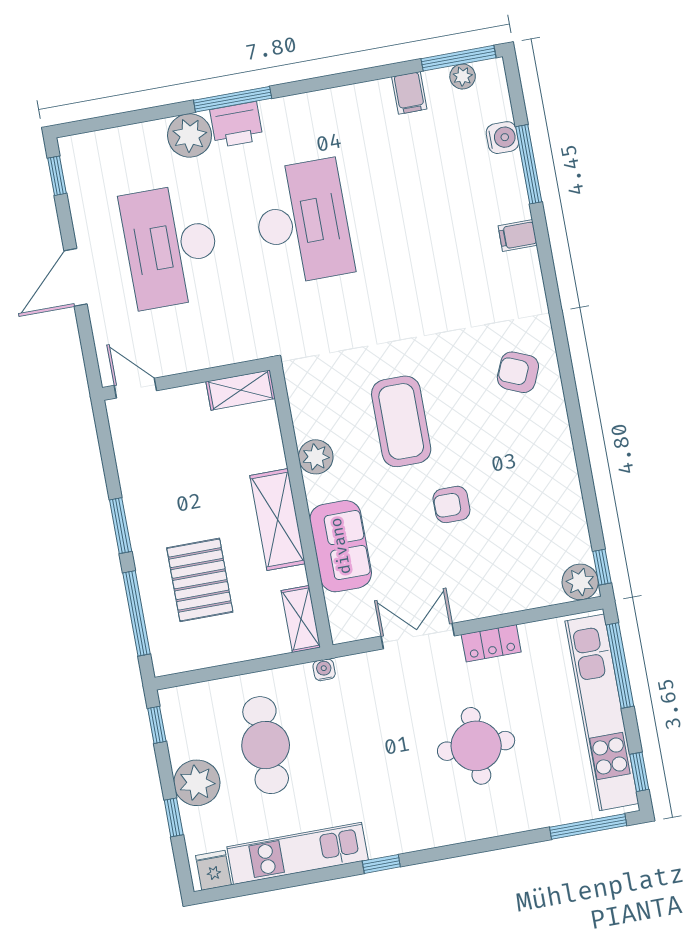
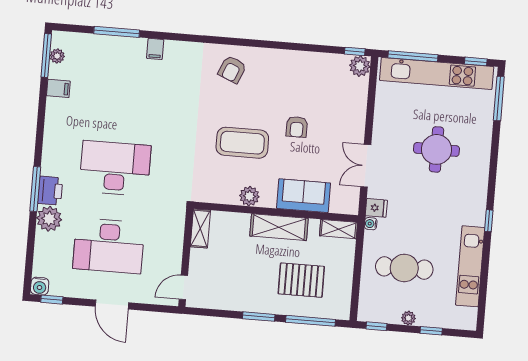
water cooler: (502, 138) -> (40, 286), moved, turned 180
locker: (491, 643) -> (381, 125), removed
plant: (197, 783) -> (408, 318), width x0.53, depth x0.53
fridge: (213, 870) -> (376, 208), moved, turned 180

